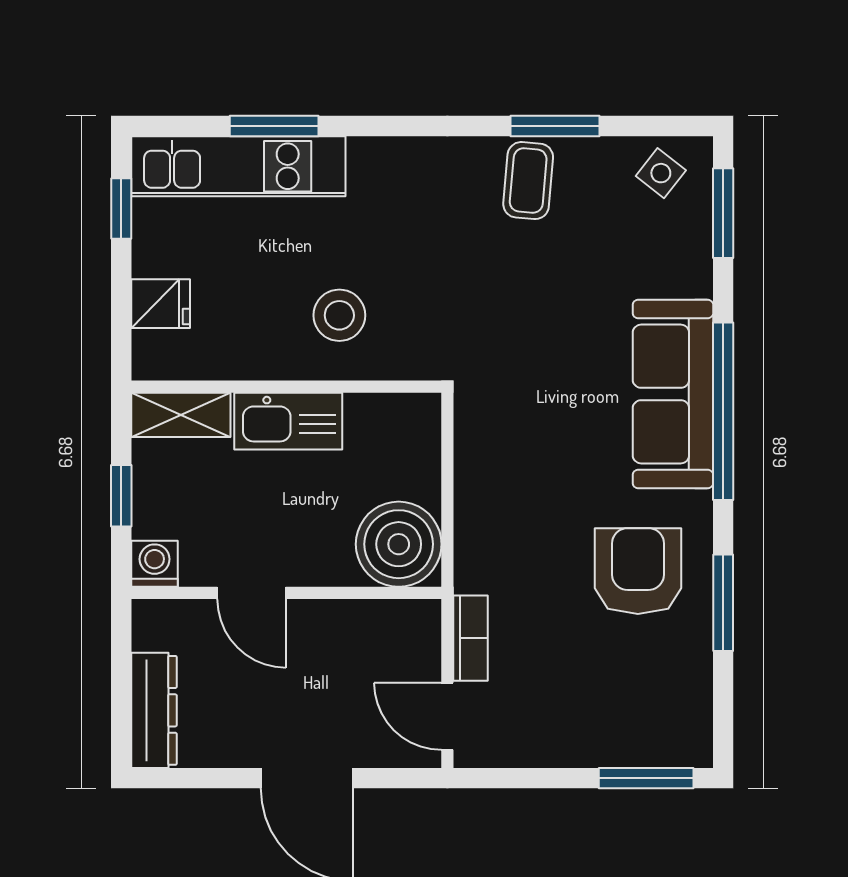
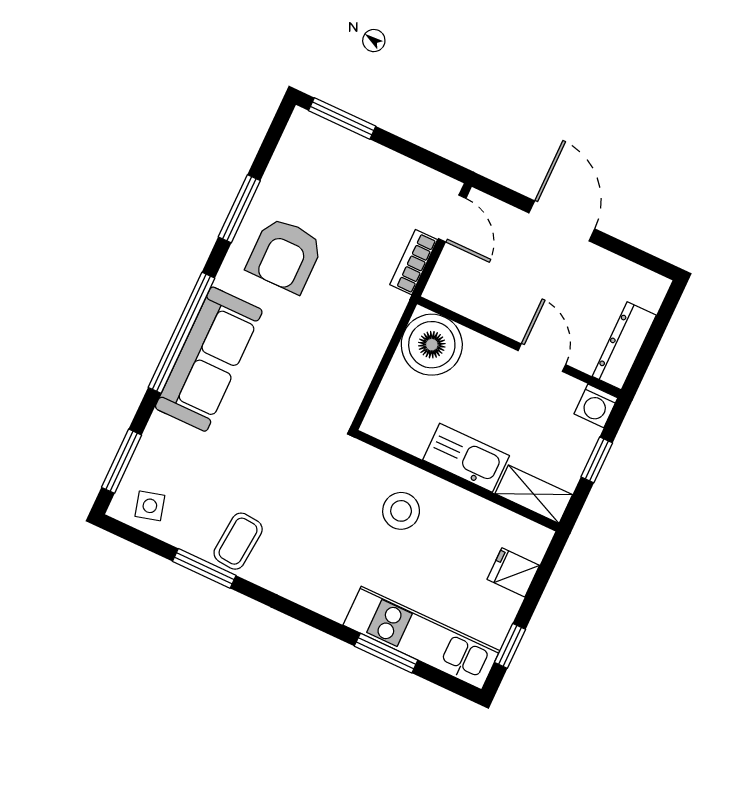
side table: (661, 173) -> (150, 506), turned 37
dresser: (154, 710) -> (624, 346), moved

